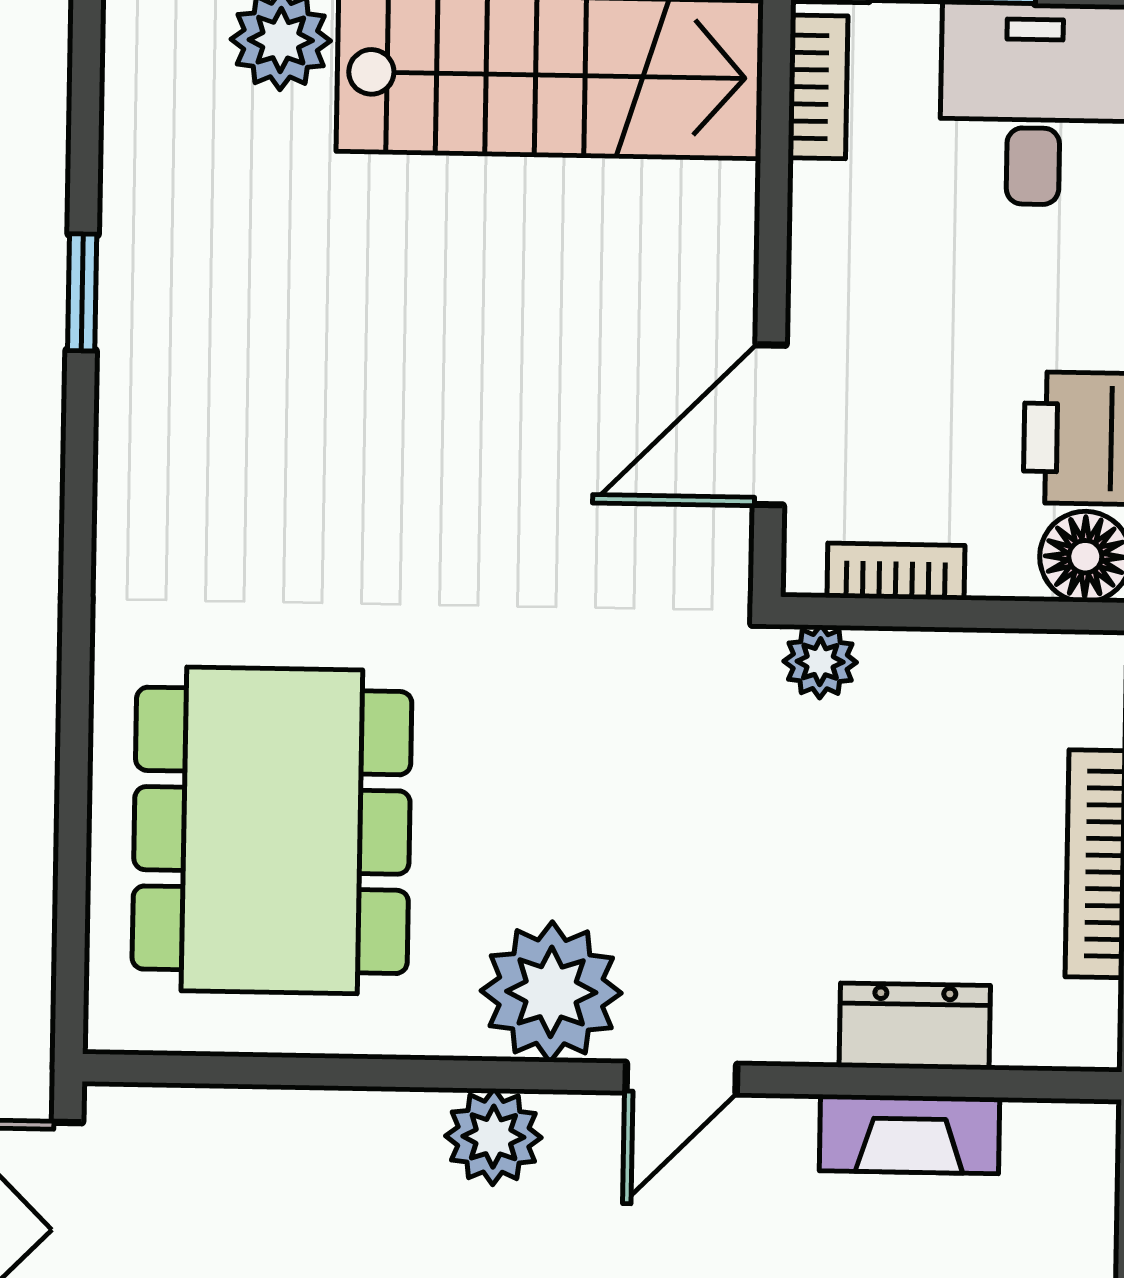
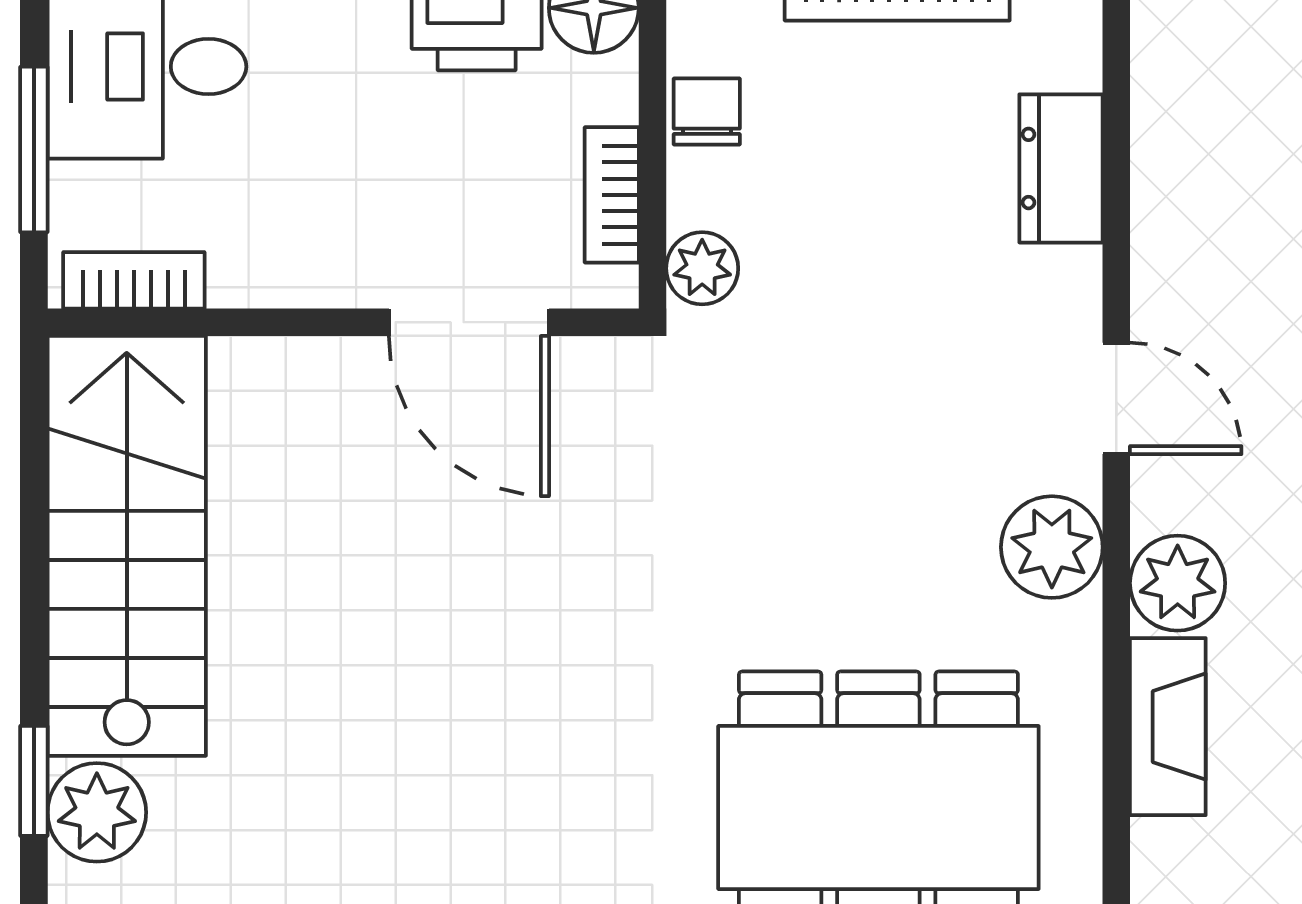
chair: (979, 669) -> (707, 111), added
plant: (551, 992) -> (1052, 547), width x0.73, depth x0.73
fireplace: (910, 1134) -> (1168, 727), moved

